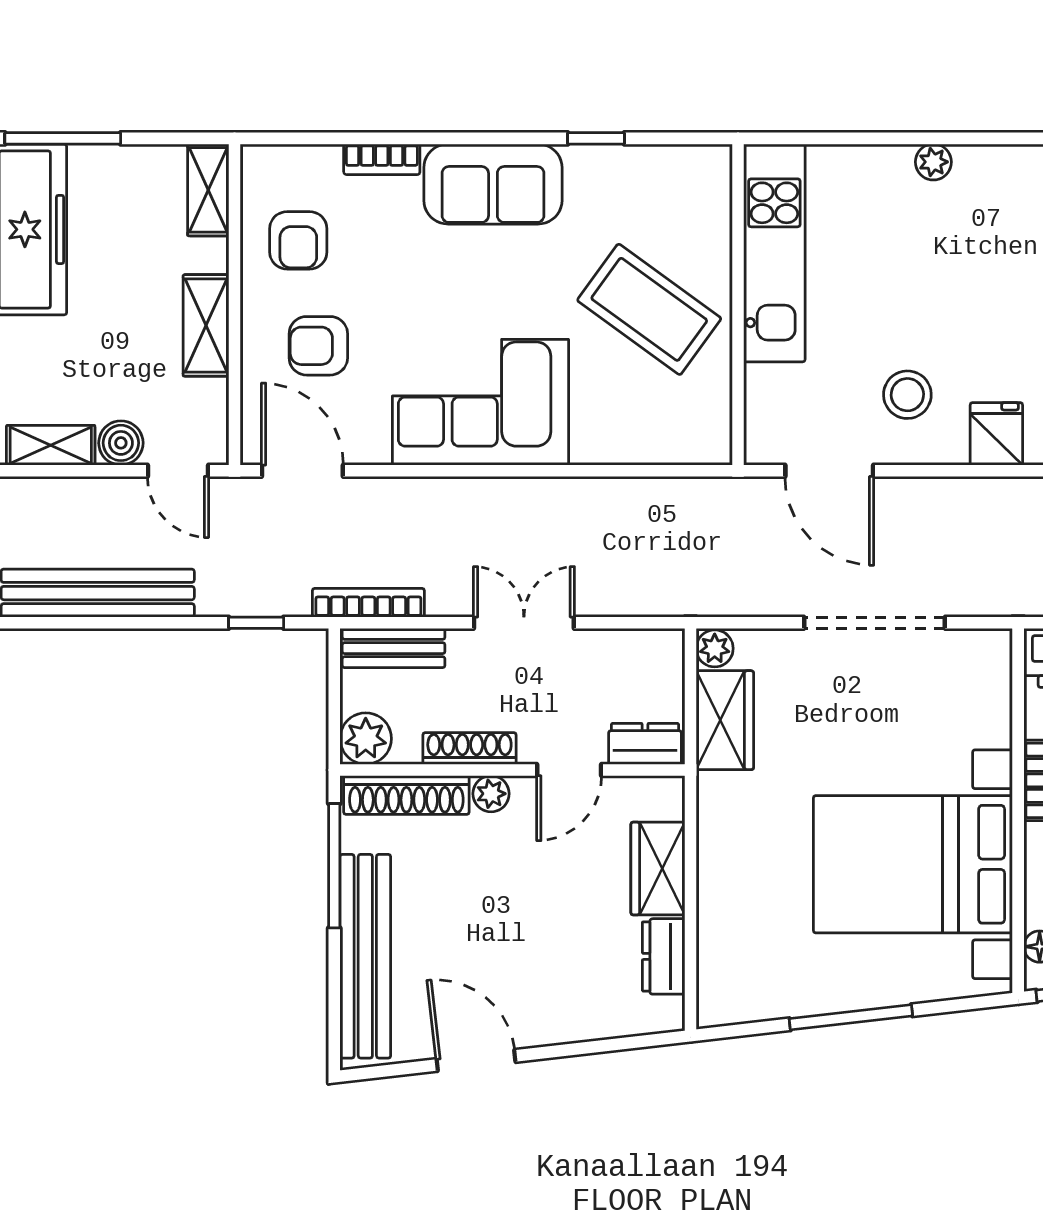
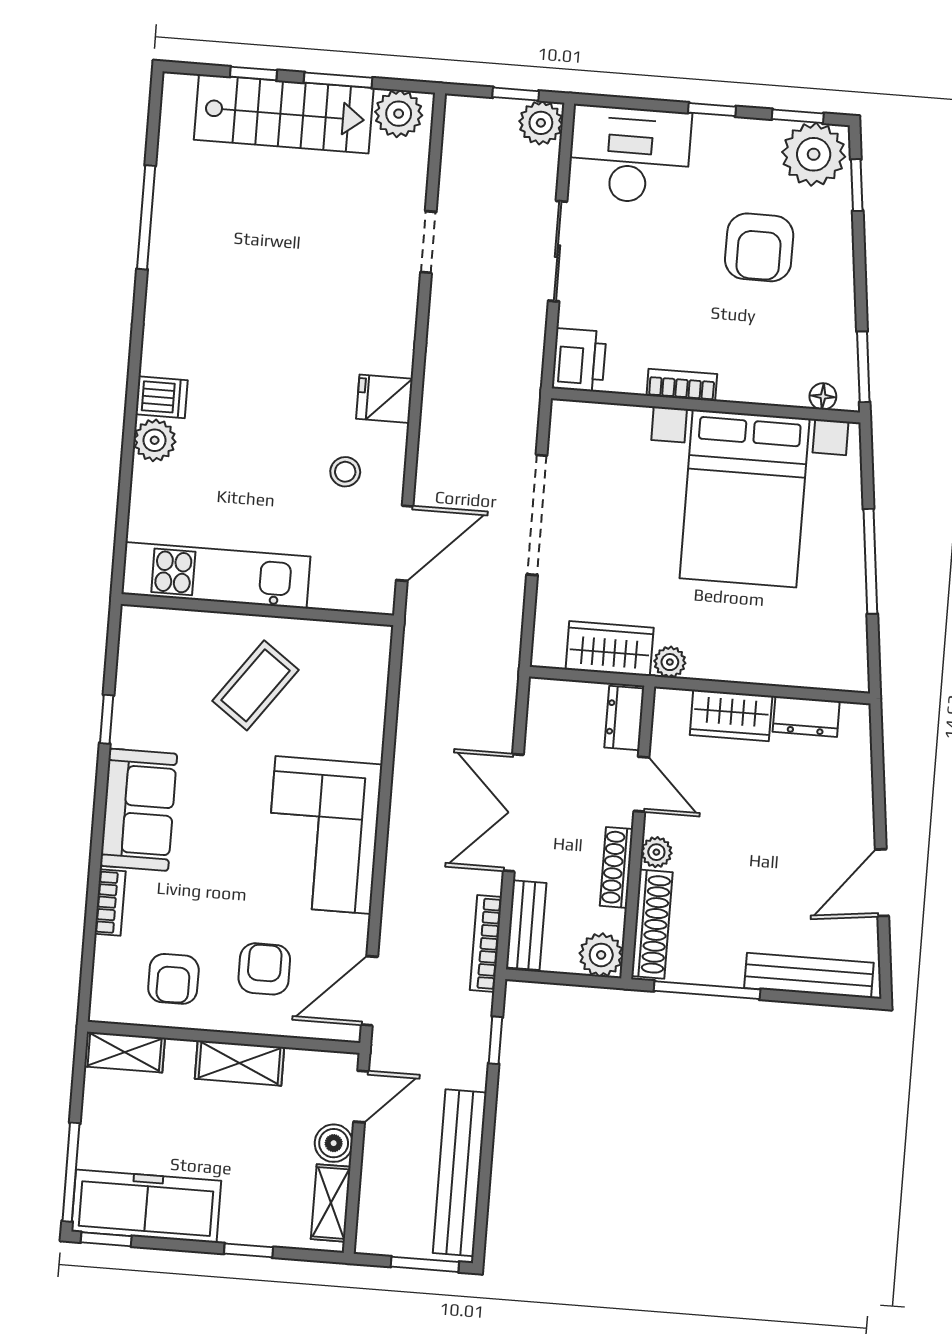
plant: (933, 162) -> (155, 440), width x1.38, depth x1.38
dishwasher: (978, 173) -> (162, 397), added
armchair: (298, 240) -> (173, 979), turned 90
coffee table: (649, 309) -> (256, 685), width x0.73, depth x0.76
armchair: (318, 346) -> (264, 969), turned 180
stool: (907, 395) -> (345, 472), width x0.73, depth x0.73
double door: (524, 623) -> (513, 813), width x1.37
plant: (715, 648) -> (670, 662), moved
bench: (365, 956) -> (809, 975), width x0.73, depth x0.82

